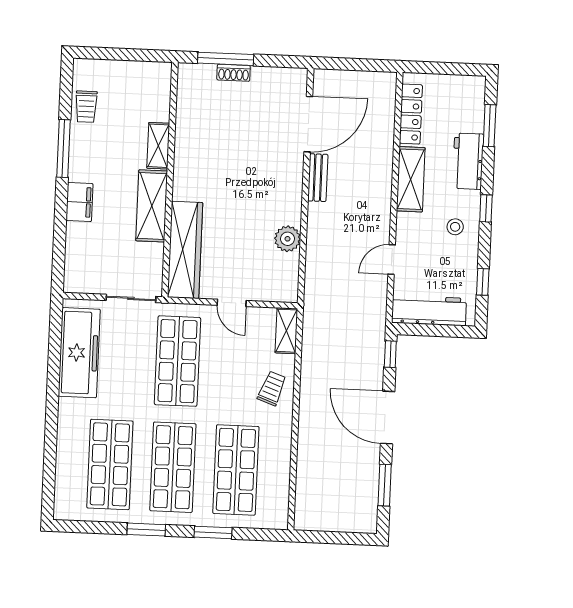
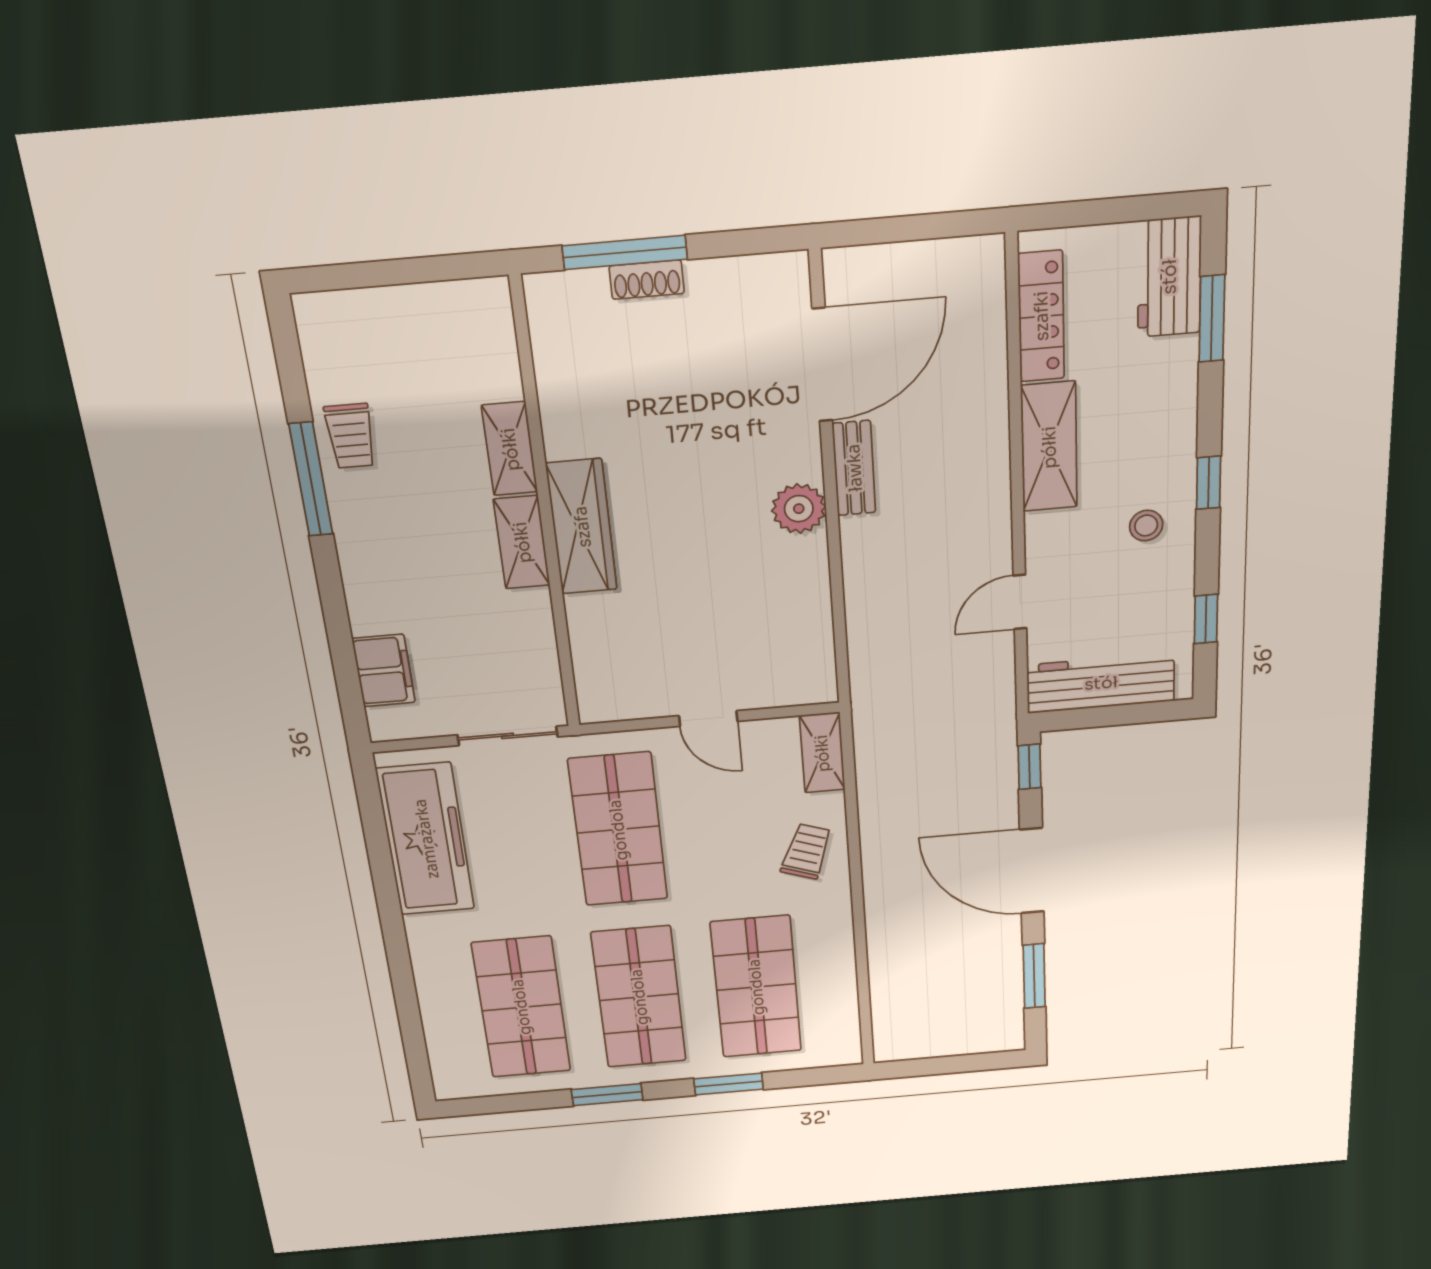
trolley: (86, 107) -> (350, 436), moved
workbench: (468, 161) -> (1169, 277), moved
filing cabinet: (79, 202) -> (384, 670), moved
shelving: (152, 206) -> (522, 542), width x0.67, depth x0.75
plant: (288, 239) -> (799, 509), moved
wardrobe: (185, 250) -> (582, 527), moved, width x0.71, depth x0.85

